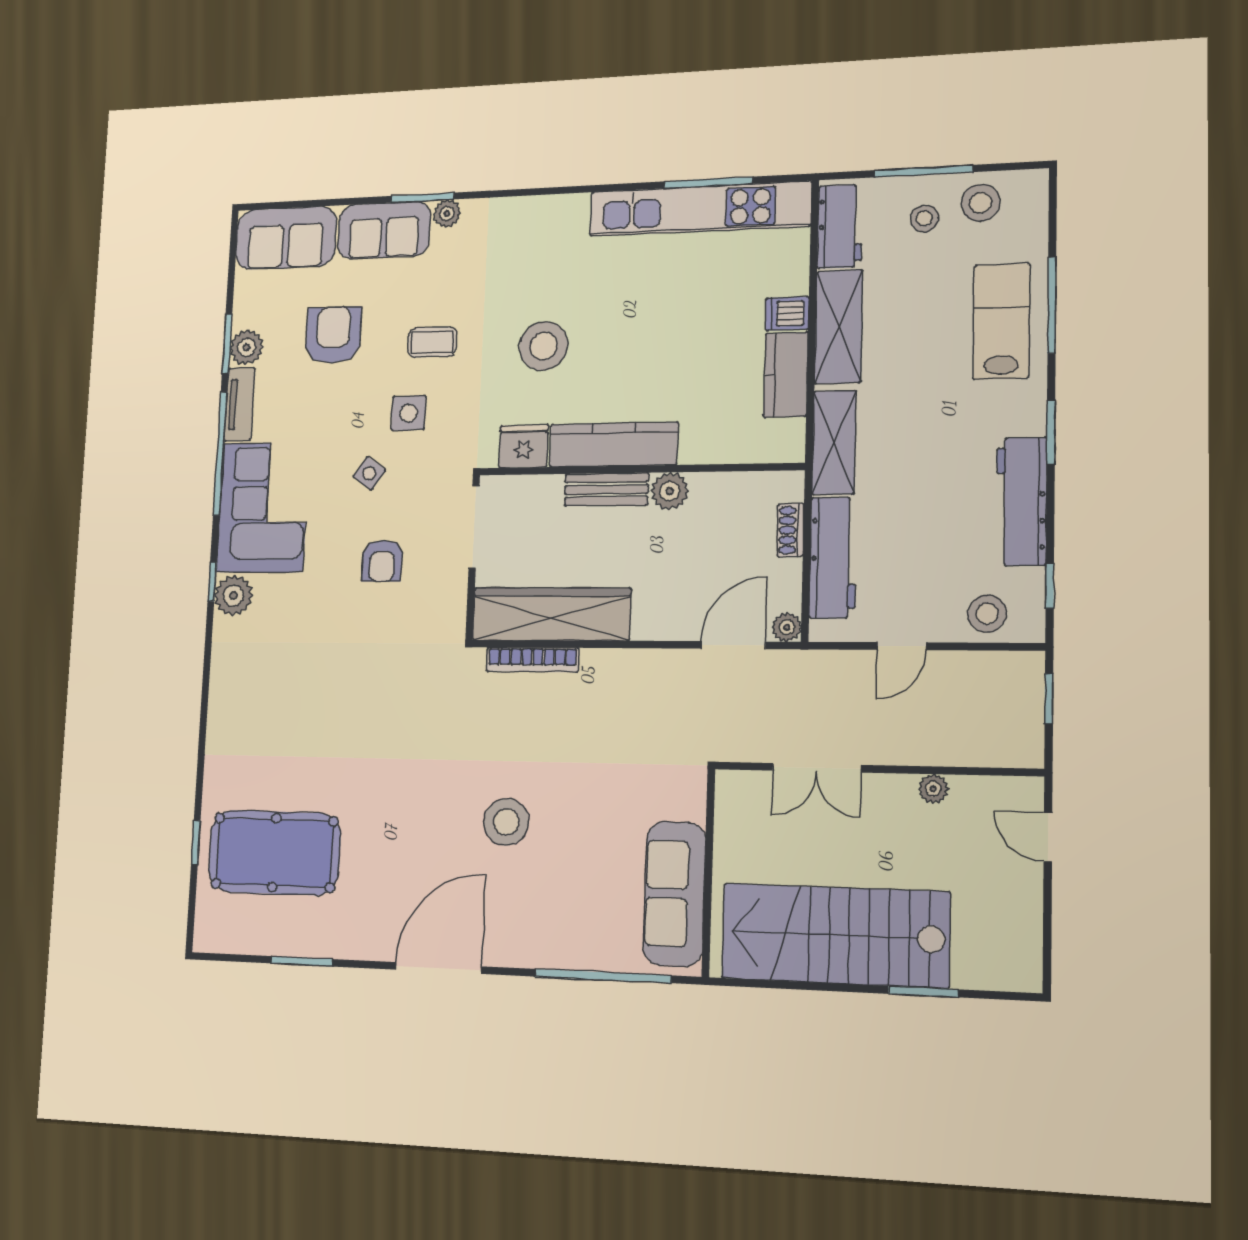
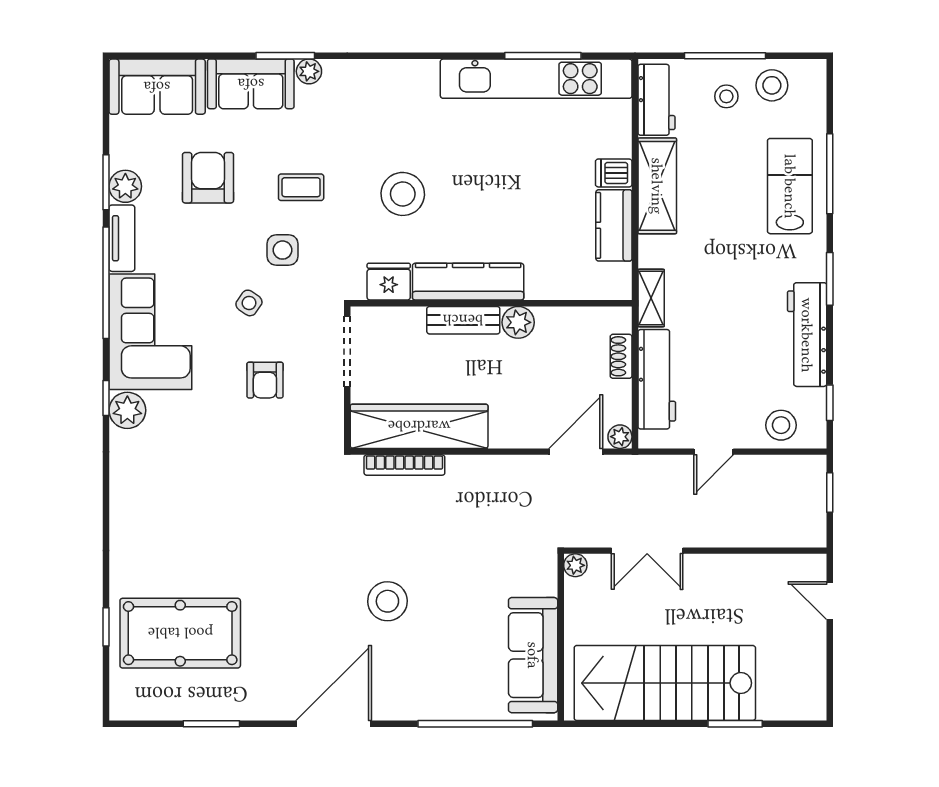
shelving: (834, 442) -> (651, 298), width x0.67, depth x0.75
plant: (933, 789) -> (575, 565), moved

